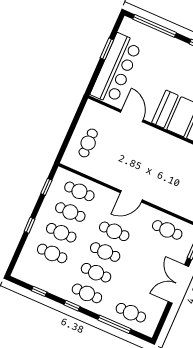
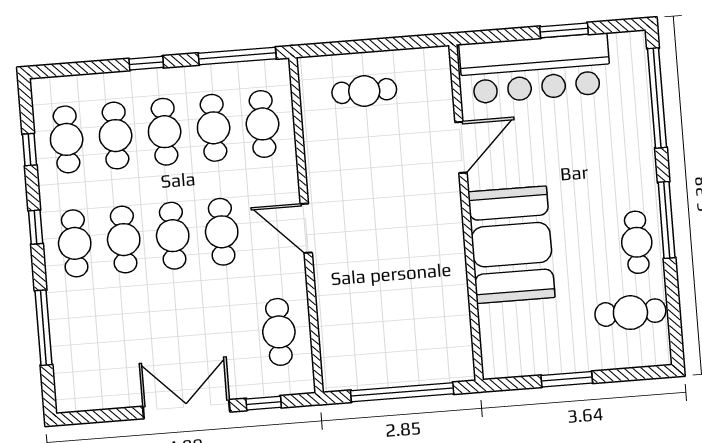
window: (46, 187) -> (237, 56), width x2.17
cafe table: (131, 313) -> (67, 139), moved

